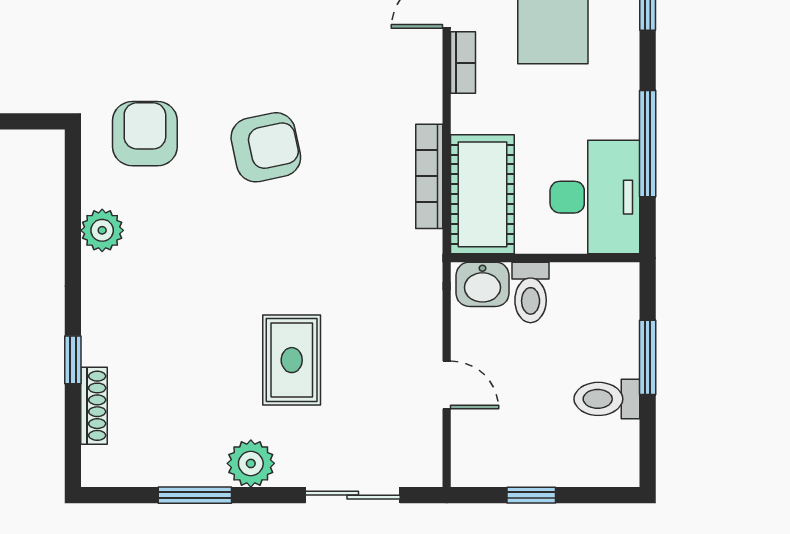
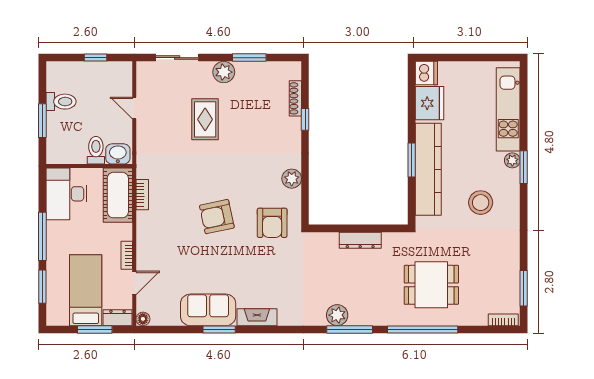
window: (648, 144) -> (42, 236), moved
bookcase: (429, 176) -> (142, 195), width x0.64

